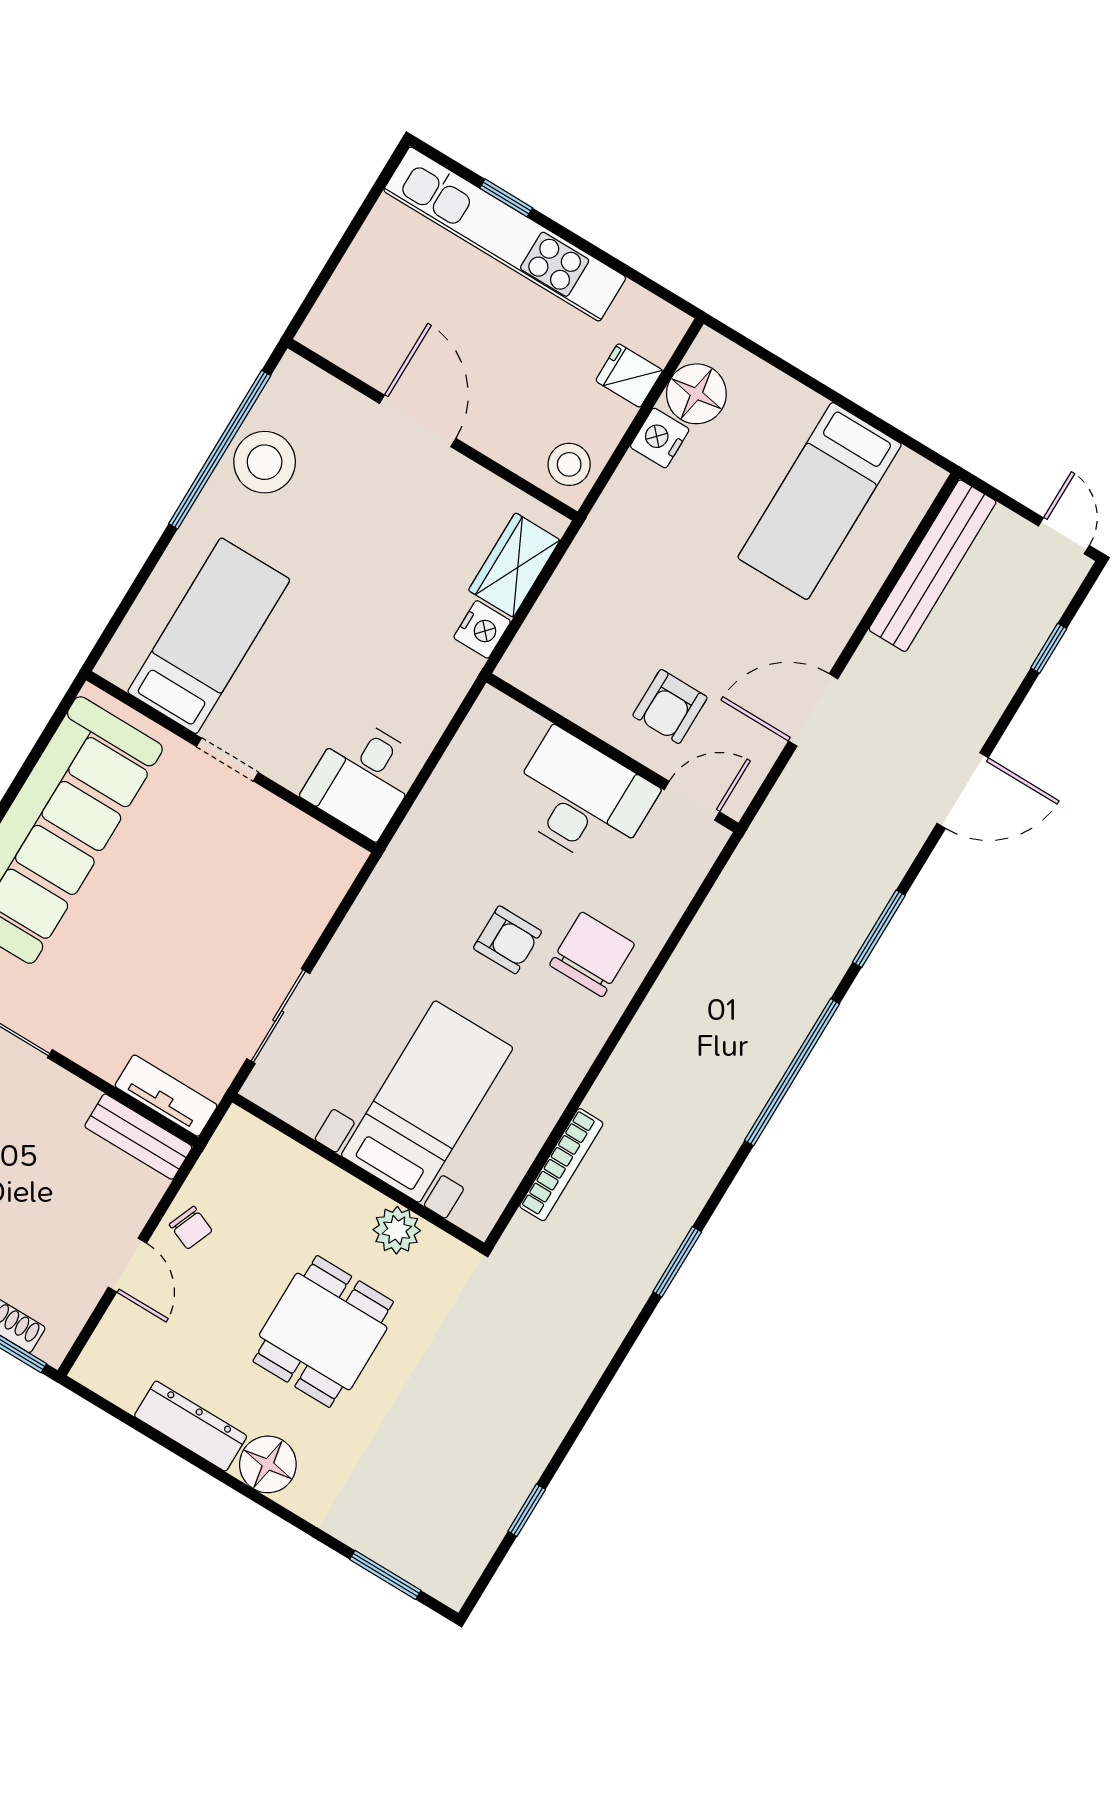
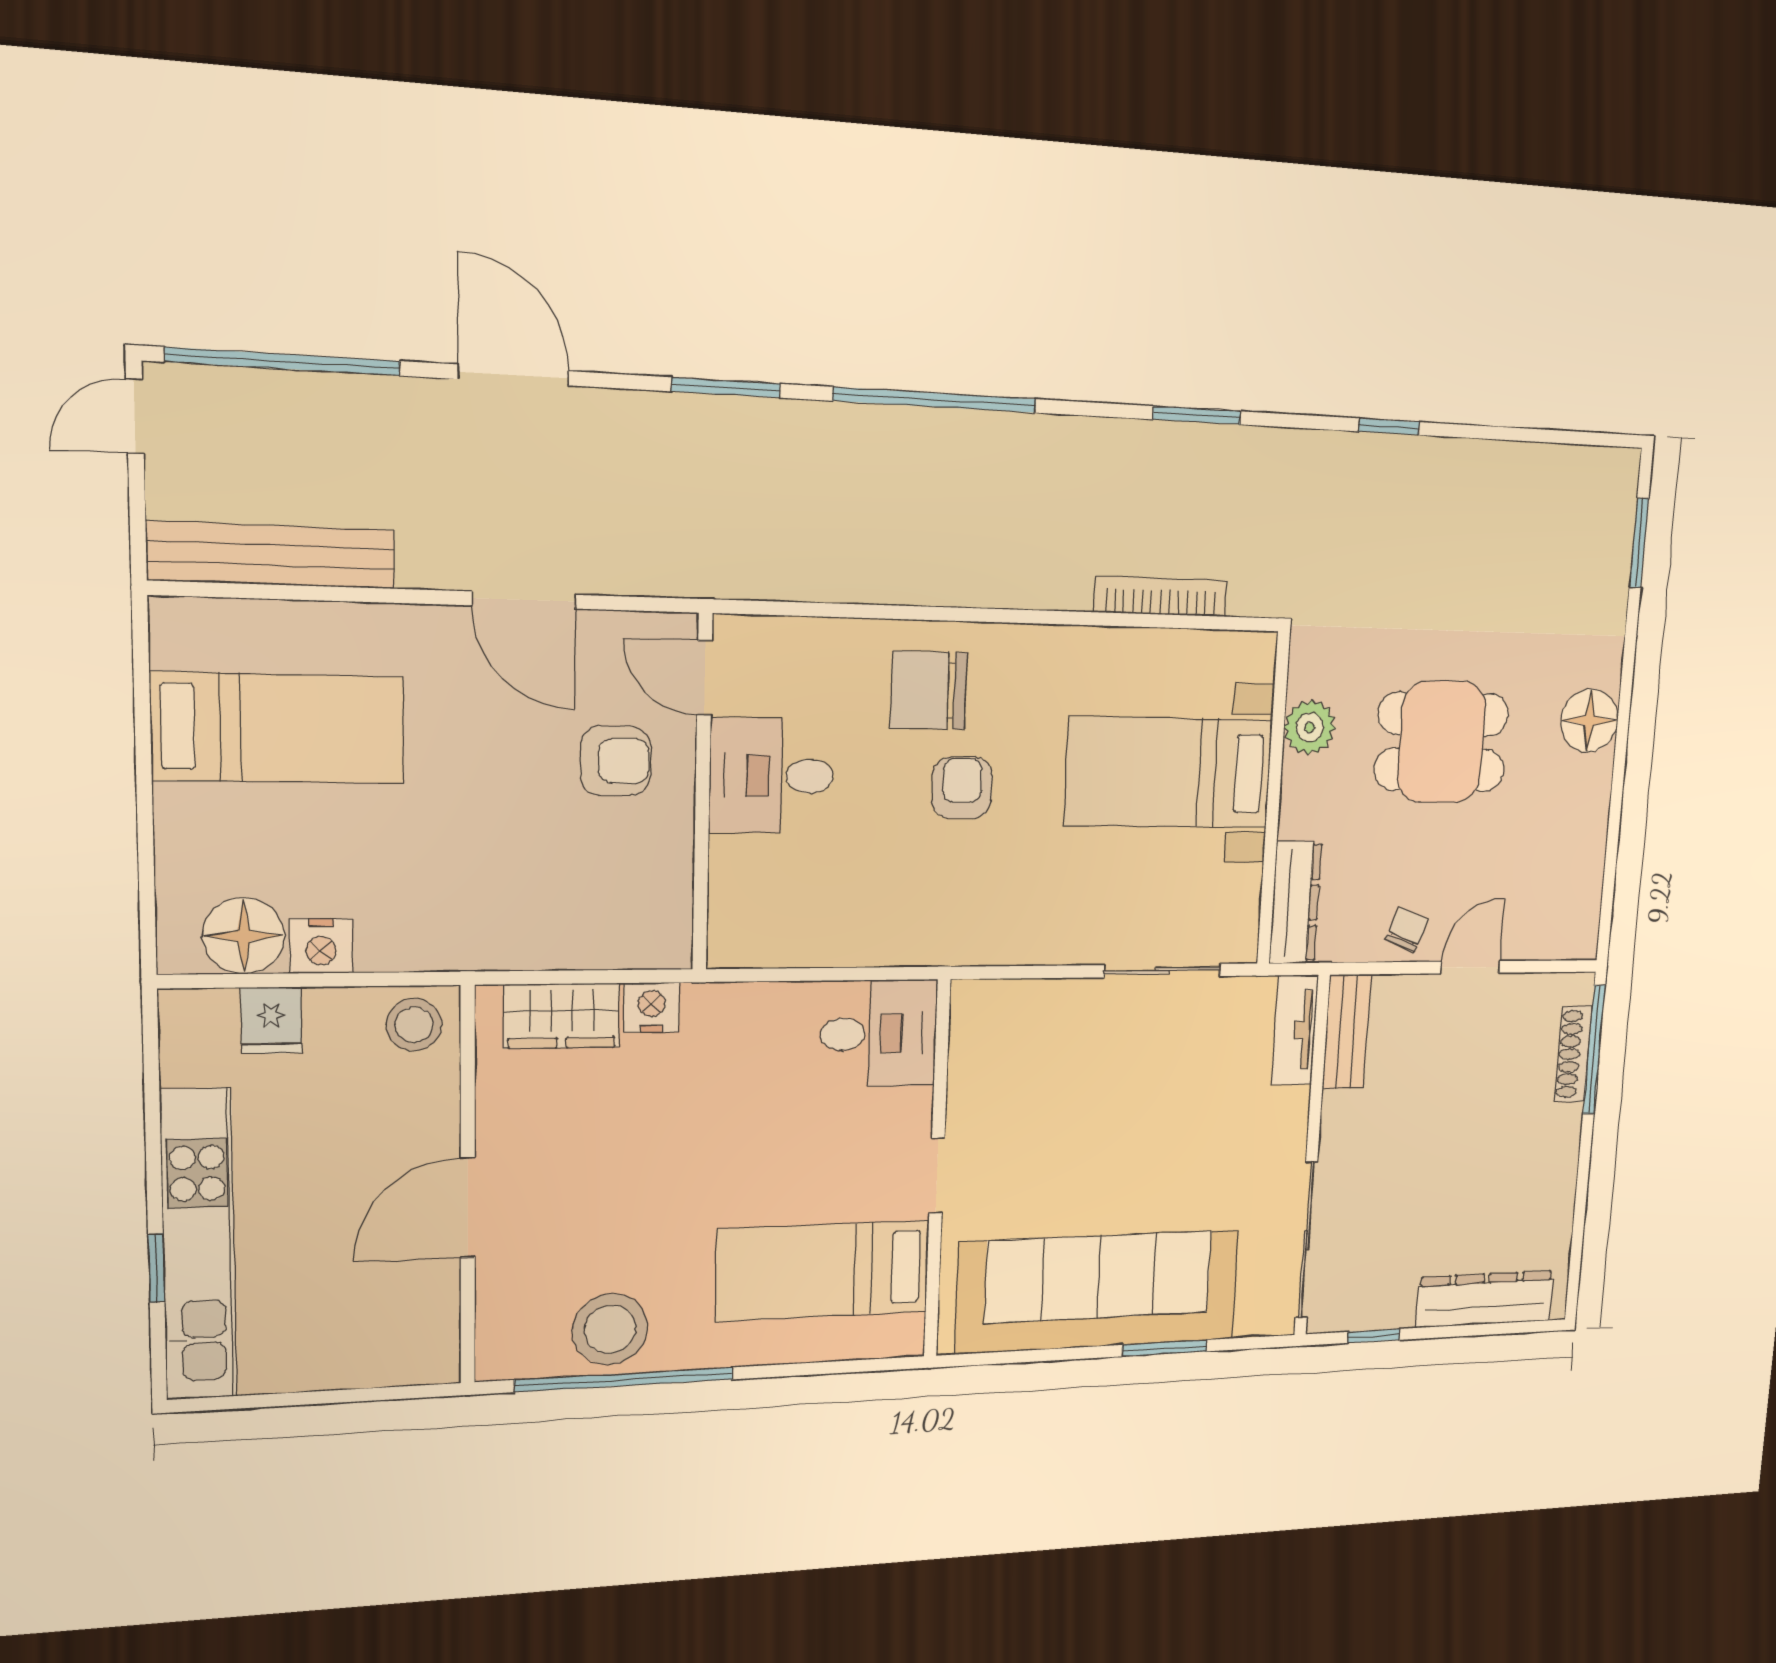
window: (1049, 648) -> (284, 362), width x3.17
desk: (582, 799) -> (772, 776), width x0.73
dresser: (191, 1426) -> (1295, 902), moved, turned 180
window: (527, 1510) -> (1389, 427), moved

